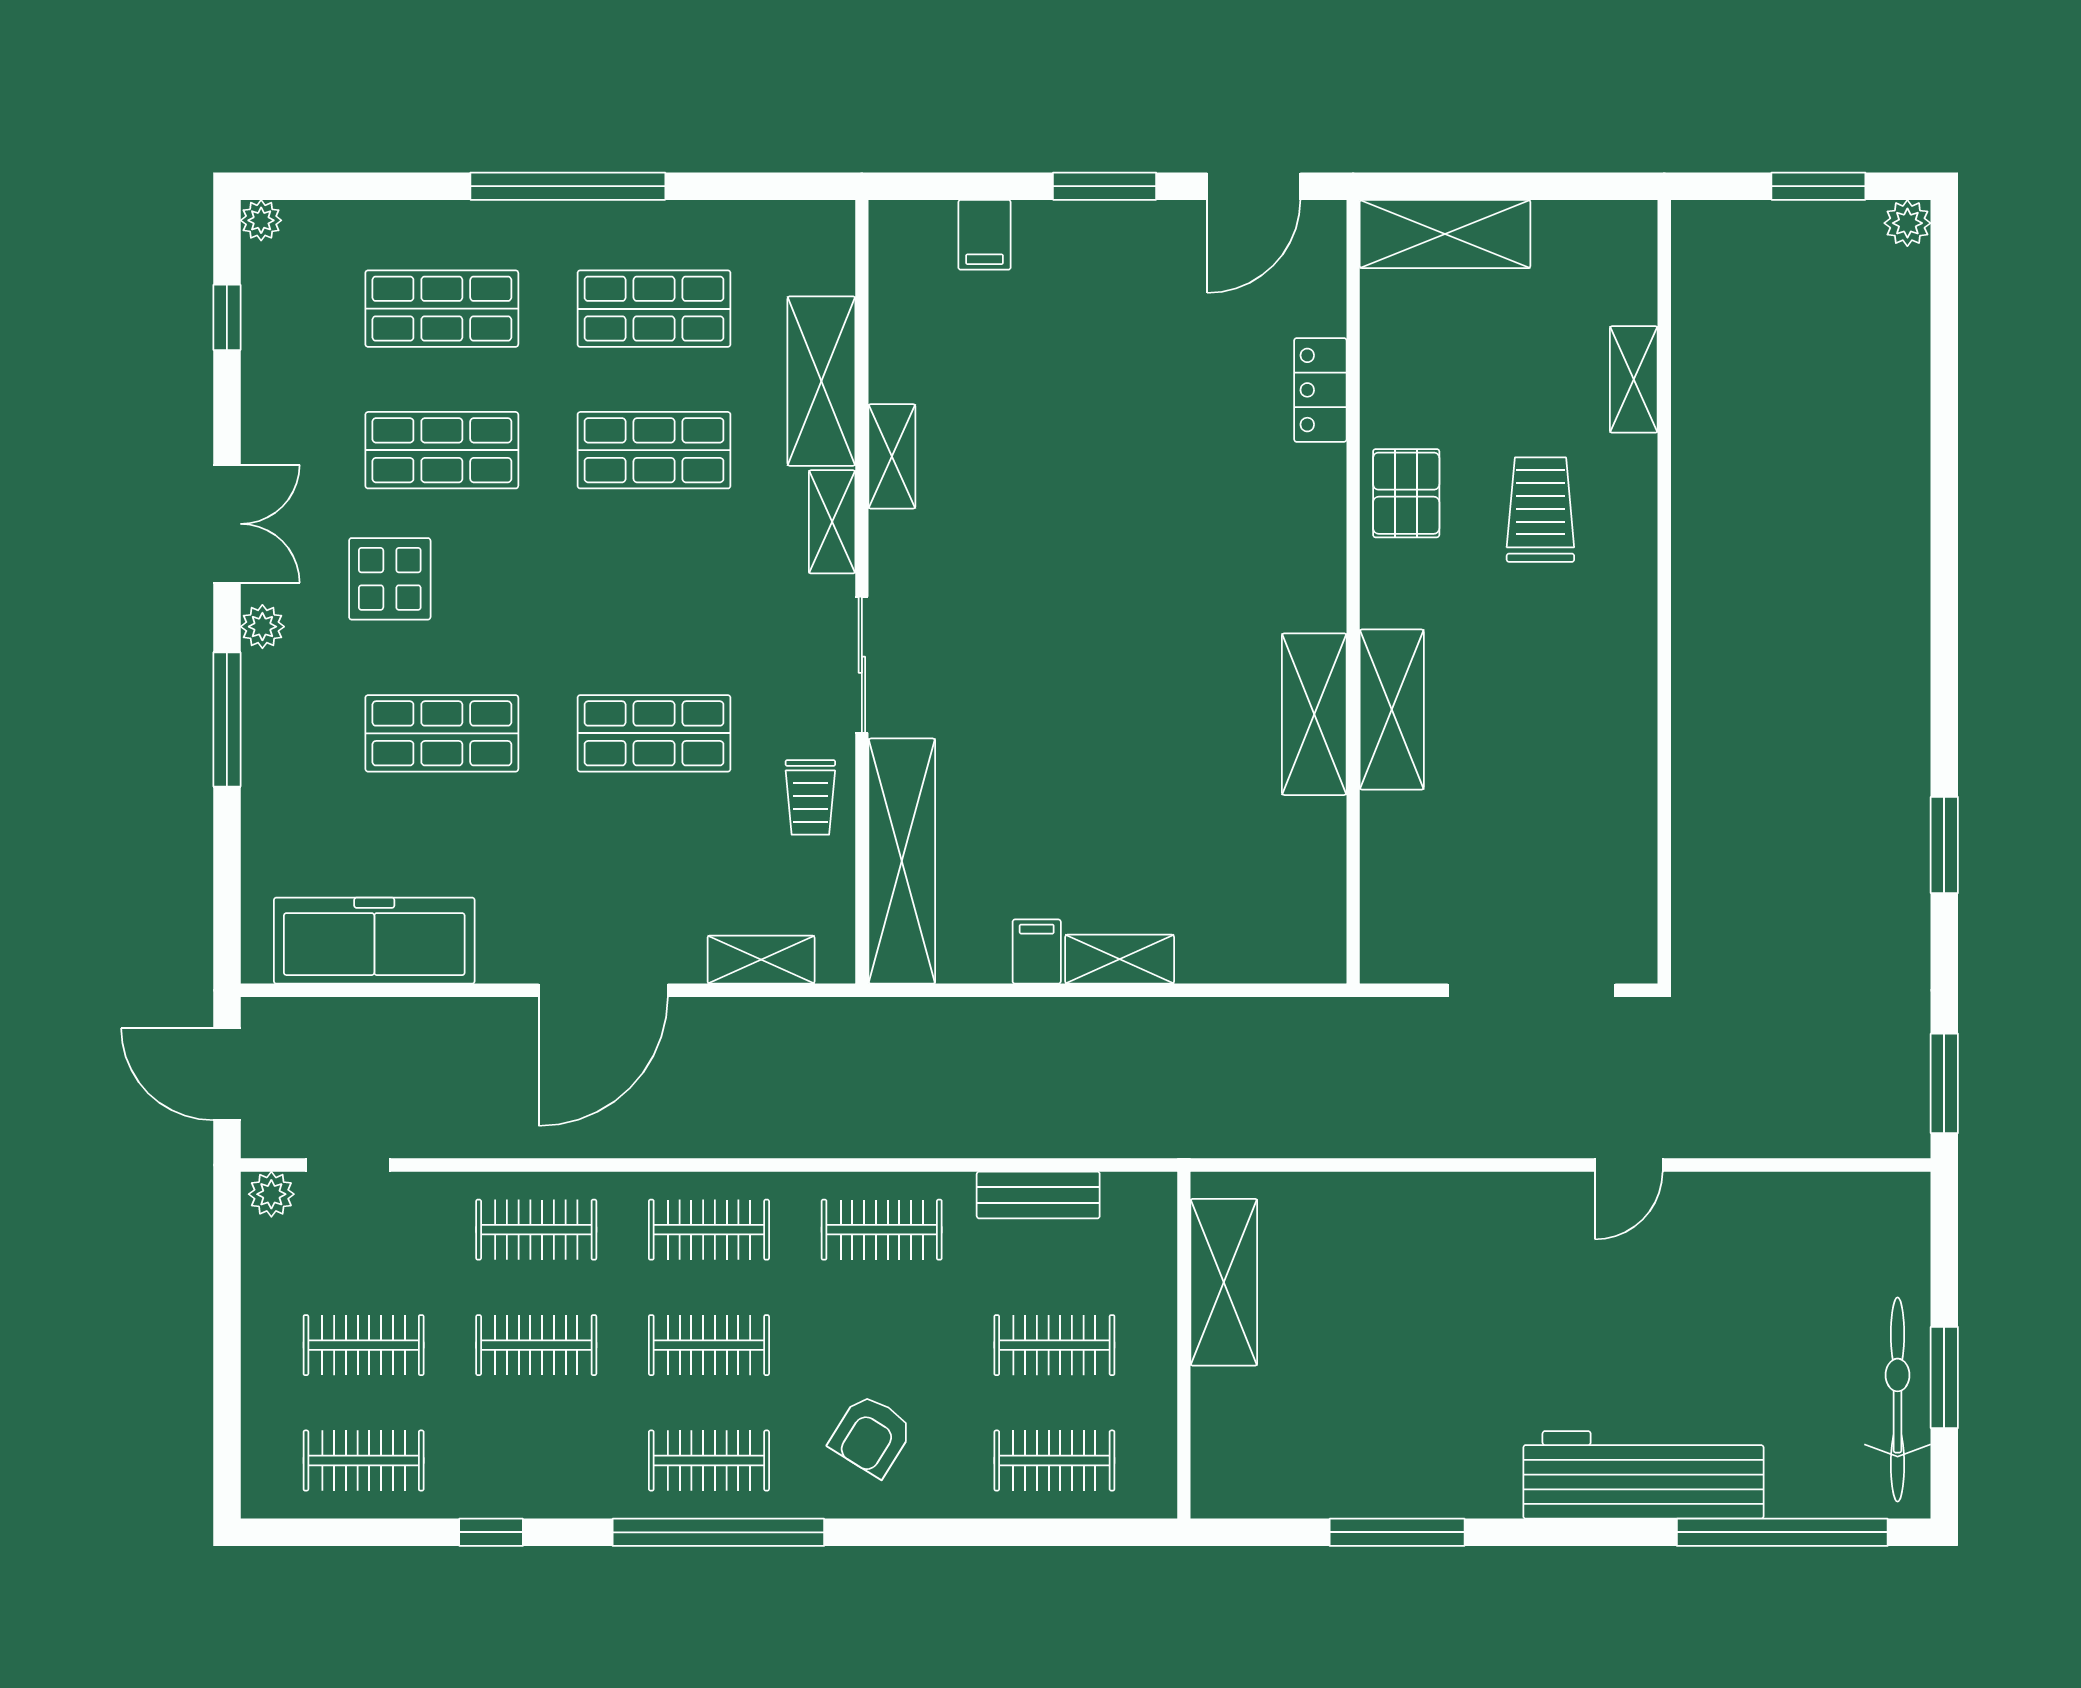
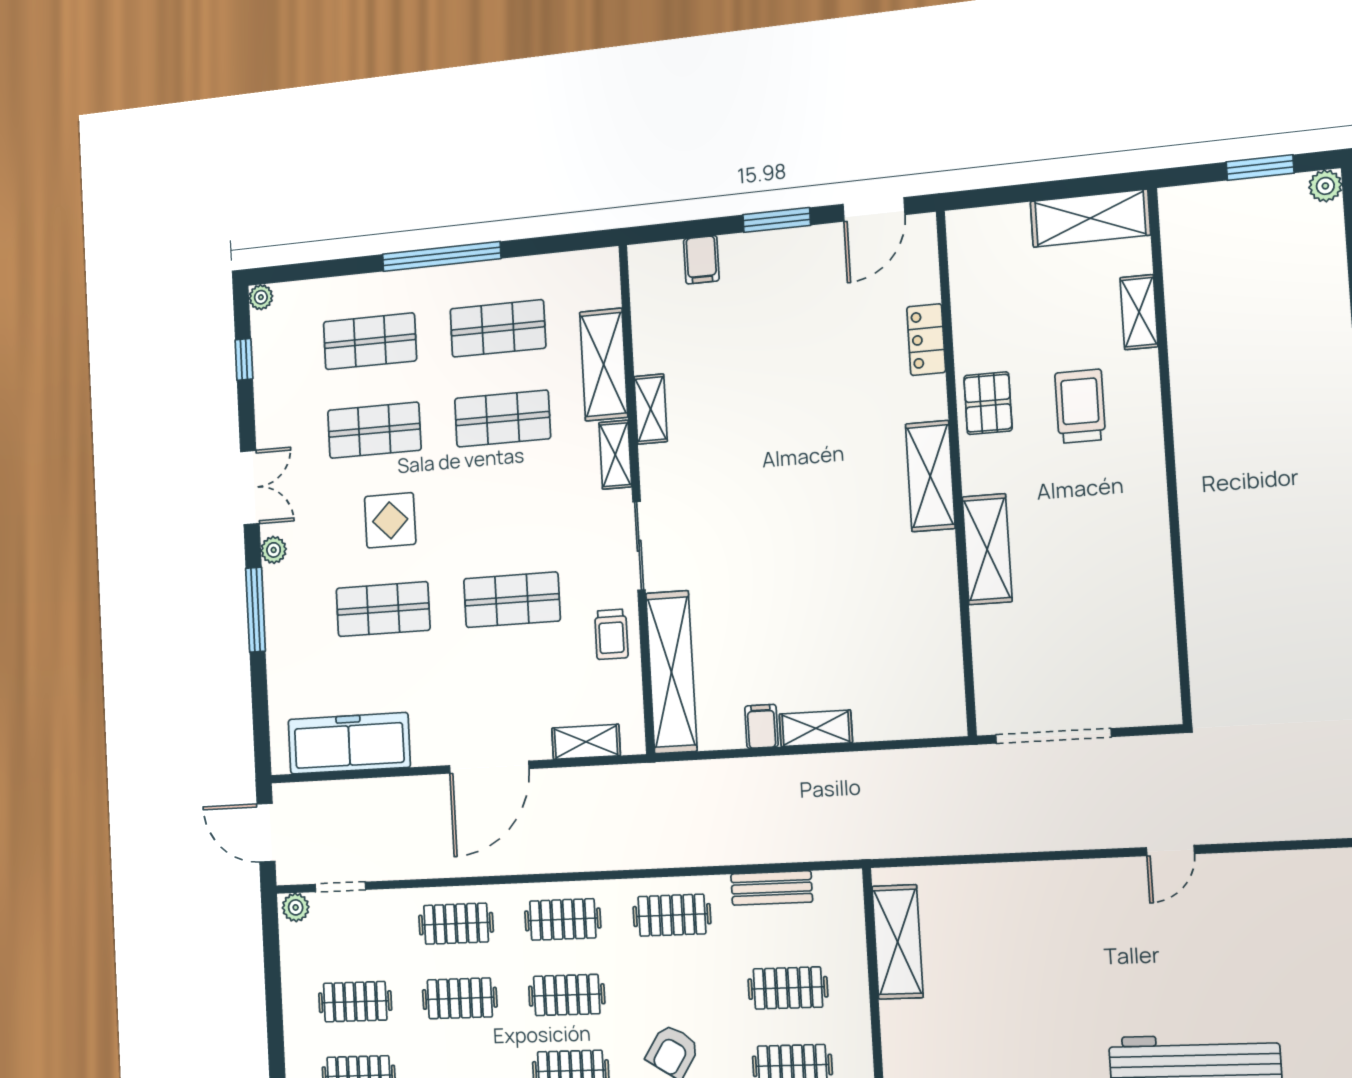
shelving: (1445, 234) -> (1090, 218), moved
display table: (390, 579) -> (390, 520), moved
shelving: (1314, 714) -> (930, 476), moved
doorway: (1532, 990) -> (1053, 736), moved

